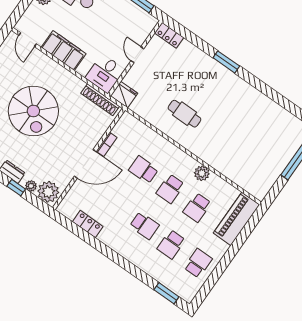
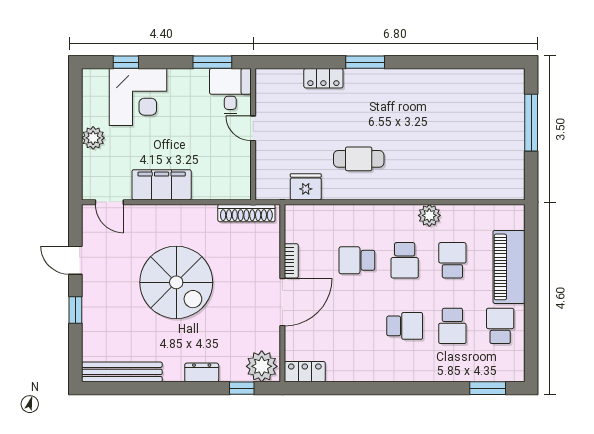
locker: (169, 35) -> (323, 78), moved
desk: (105, 74) -> (230, 91), moved, turned 180
fridge: (124, 95) -> (306, 187), moved
plant: (31, 186) -> (236, 374), removed
window: (16, 188) -> (242, 388), moved
school desk: (197, 208) -> (452, 260), turned 180
piano: (236, 219) -> (509, 267), moved
locker: (88, 224) -> (305, 372), moved

